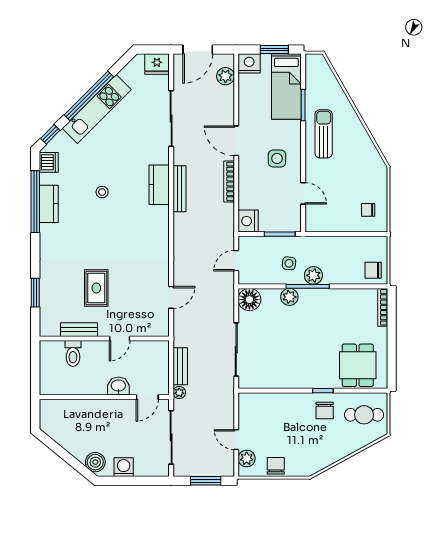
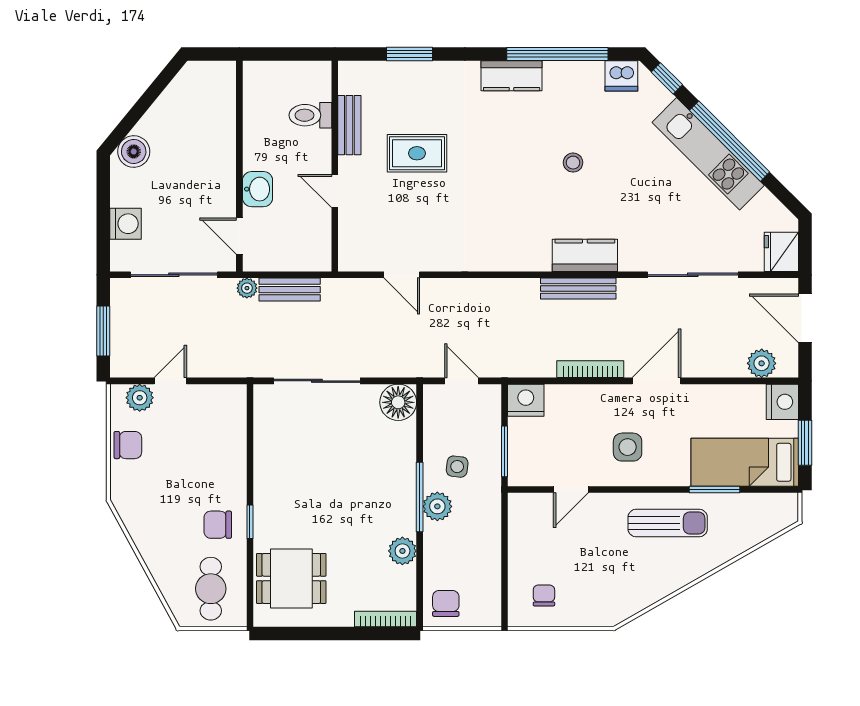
kitchen counter: (49, 204) -> (512, 76), moved
plant: (289, 297) -> (402, 551), moved
washing machine: (124, 467) -> (126, 224), moved

